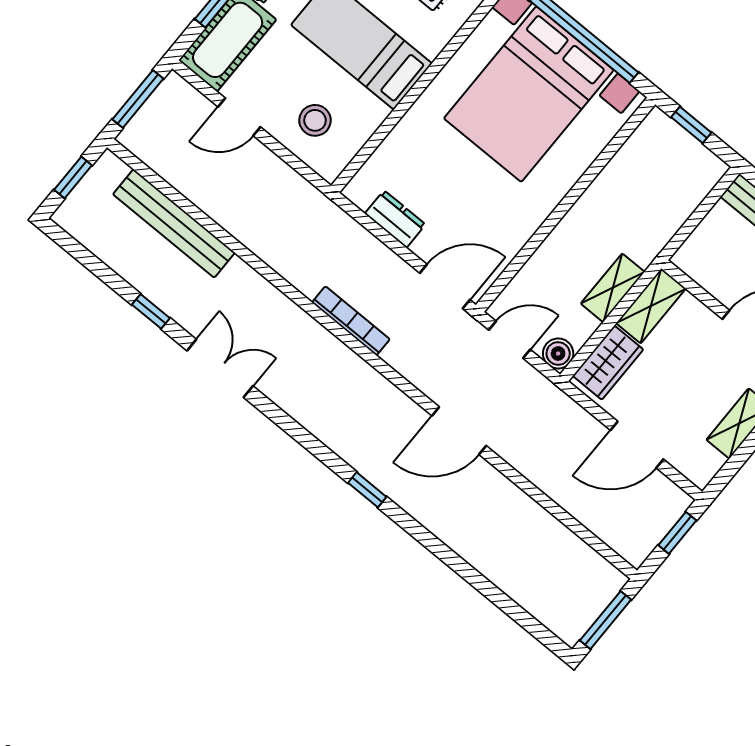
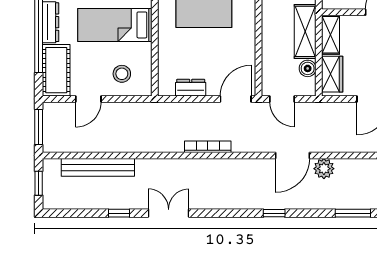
shelving: (613, 288) -> (305, 31), width x1.50, depth x1.33
door: (510, 340) -> (282, 99), swing flipped
boiler: (558, 353) -> (308, 68), moved
plant: (488, 485) -> (324, 169), added
window: (477, 580) -> (353, 213), added

